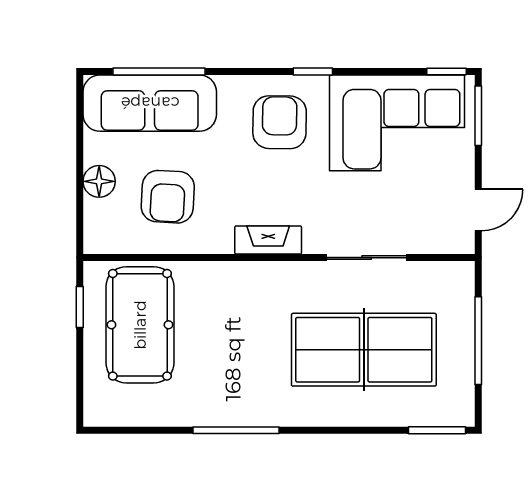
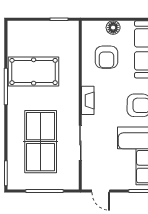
armchair: (168, 197) -> (107, 57), turned -93
pool table: (140, 325) -> (34, 71), moved

